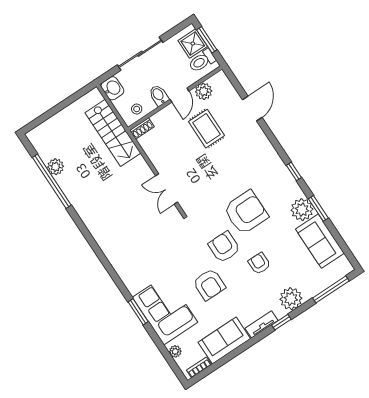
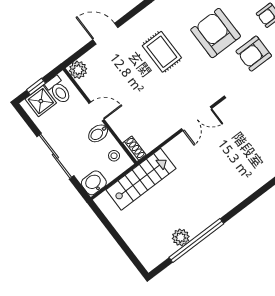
window: (207, 40) -> (36, 87), width x0.67
plant: (204, 91) -> (78, 70), moved
rug: (207, 129) -> (162, 52), moved, turned 90

